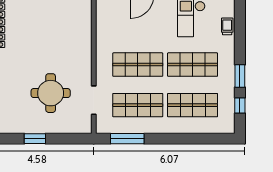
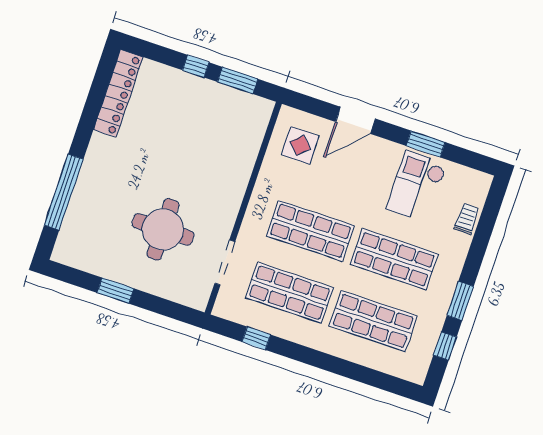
display table: (115, 16) -> (300, 145), added
window: (127, 139) -> (256, 338), width x0.46

